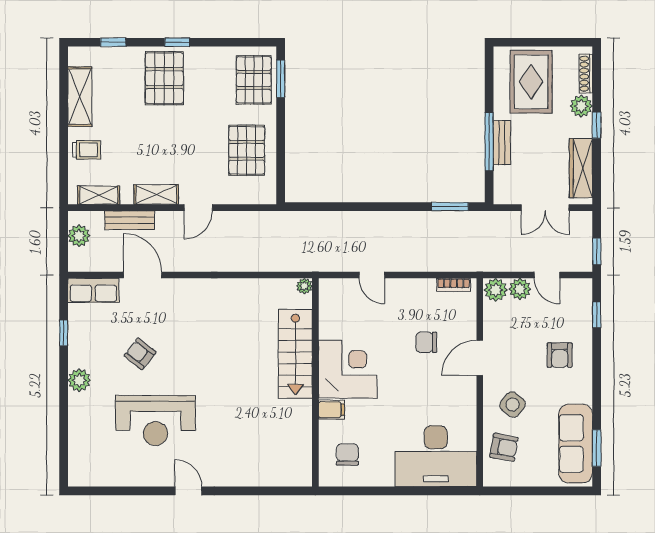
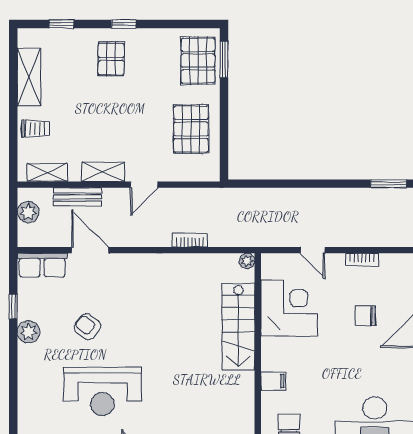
pallet: (164, 78) -> (111, 59), width x0.67, depth x0.71
bookcase: (246, 265) -> (190, 240), added
bookcase: (454, 285) -> (362, 260), moved
corner desk: (348, 369) -> (289, 308), moved
plant: (79, 380) -> (29, 332), moved

